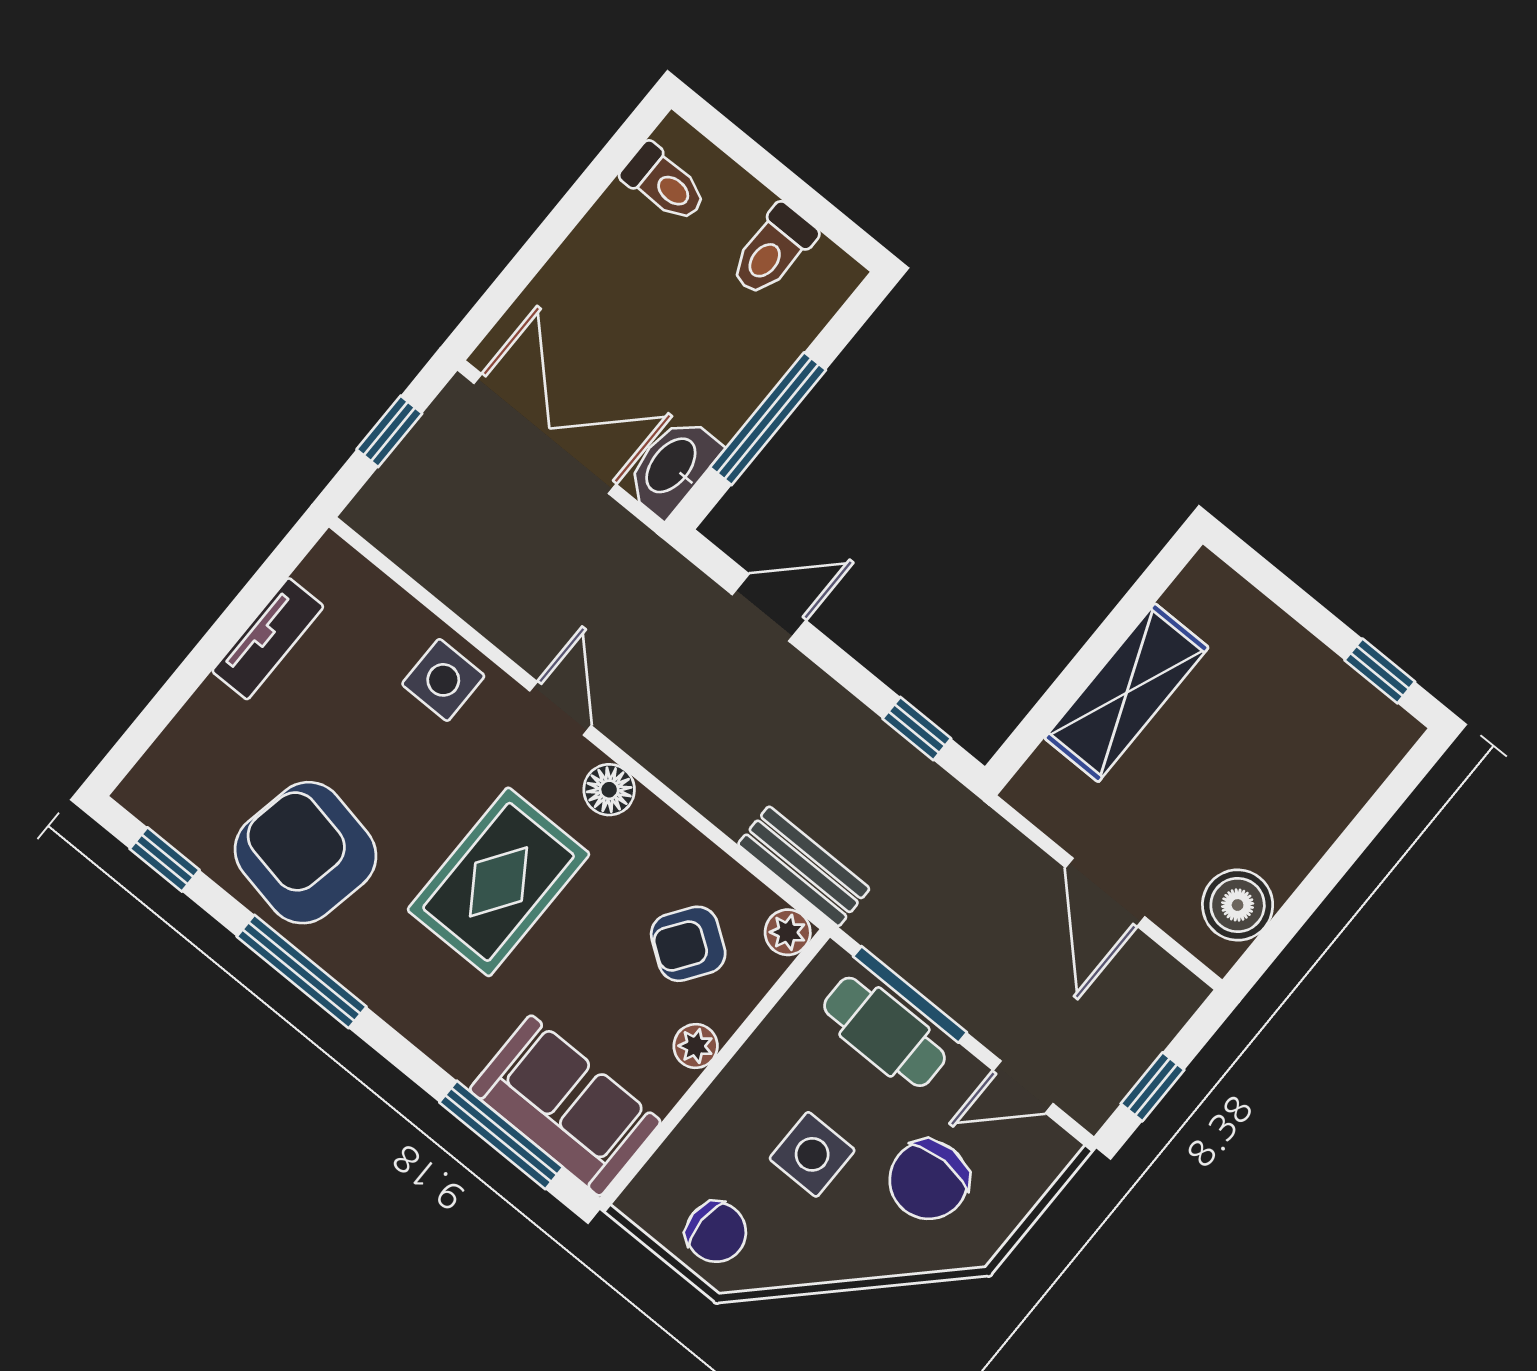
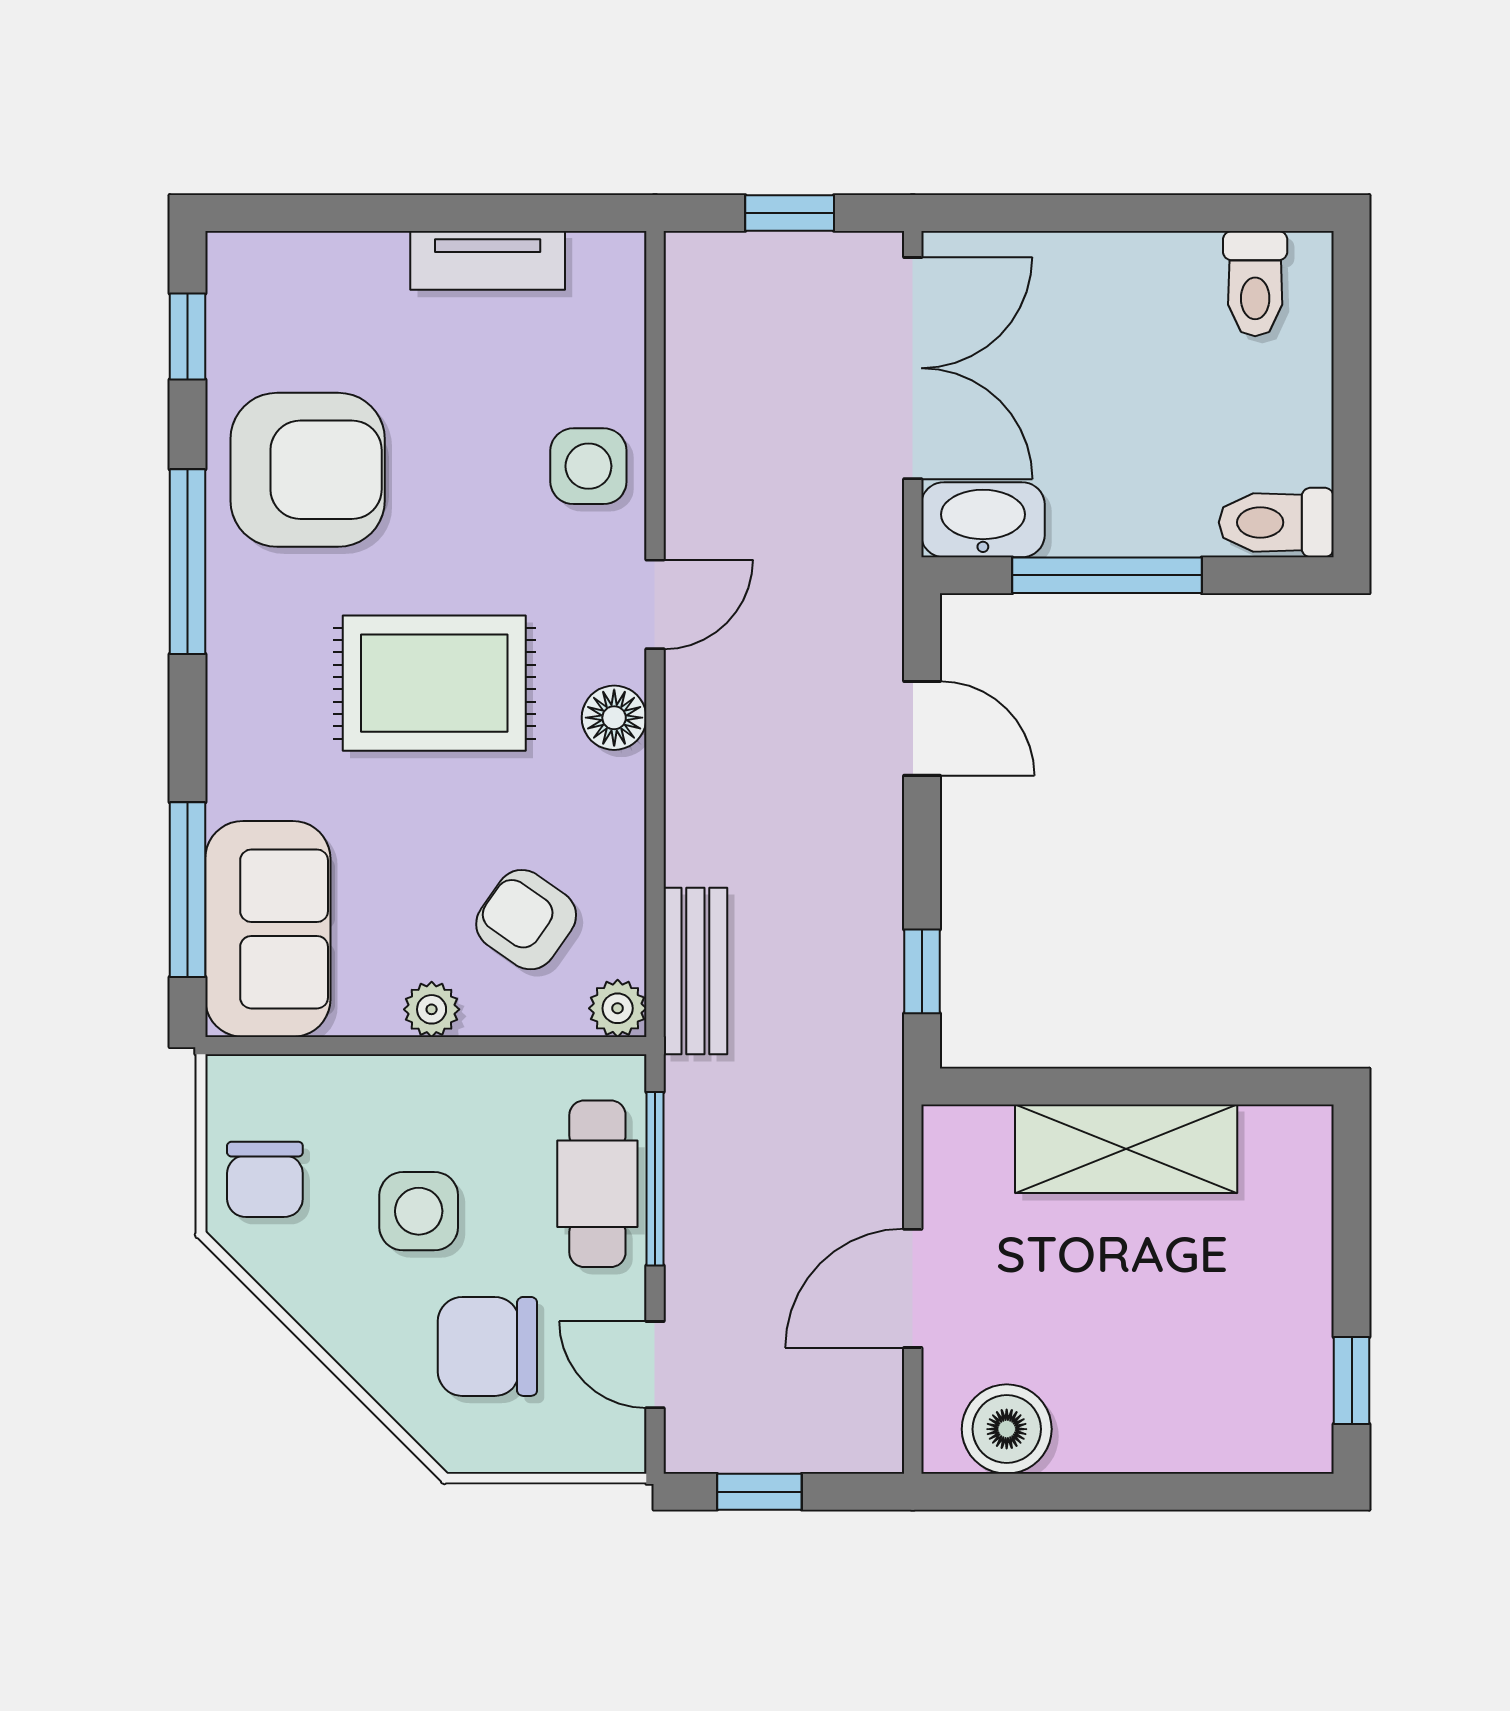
toilet: (773, 251) -> (1276, 522), moved
armchair: (306, 853) -> (308, 470), turned 79

